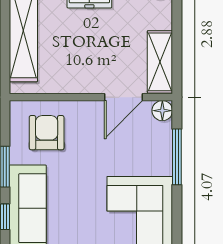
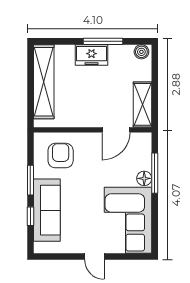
floor lamp: (162, 111) -> (144, 178), moved

